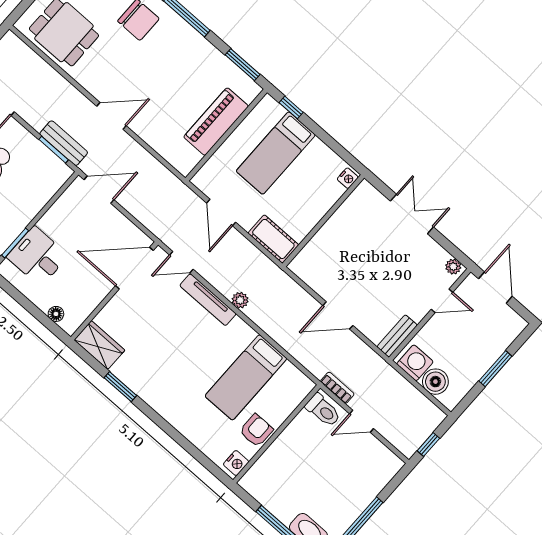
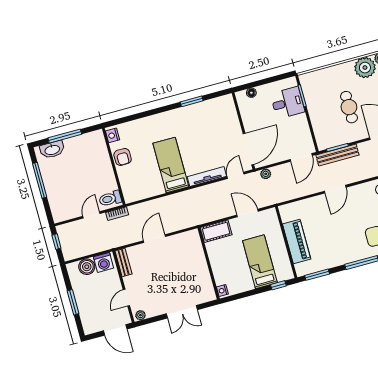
bench: (64, 143) -> (337, 155), width x1.36
plant: (240, 300) -> (266, 174), moved
wardrobe: (99, 345) -> (220, 105), removed
bed: (246, 377) -> (171, 165), moved

